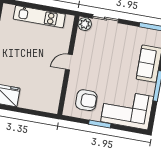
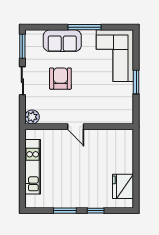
sliding door: (106, 19) -> (22, 81), moved
armchair: (86, 100) -> (60, 79), moved

